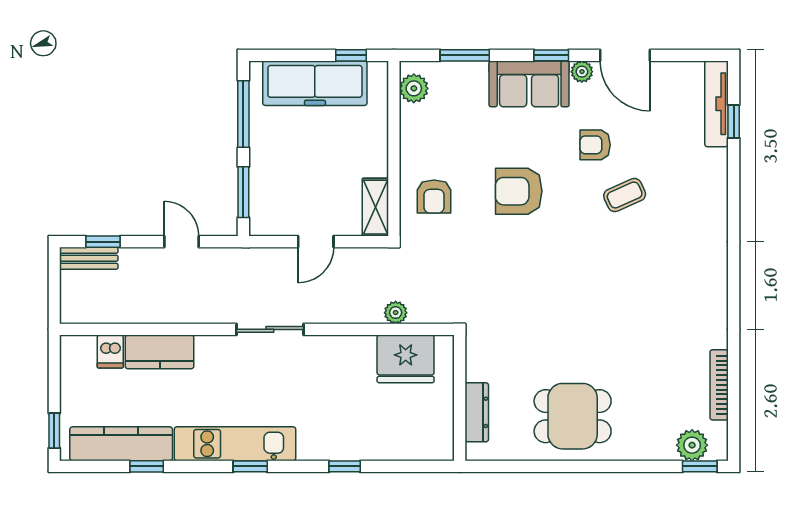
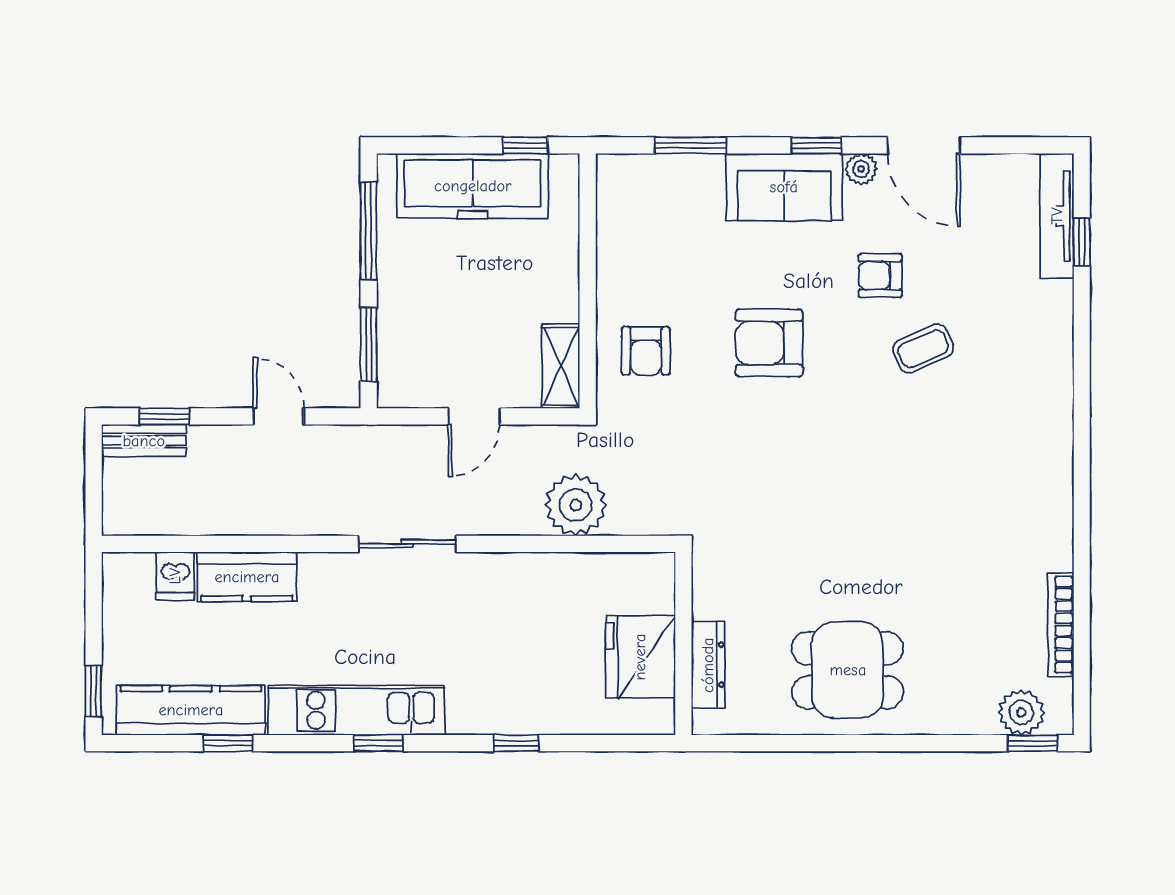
plant: (414, 88) -> (617, 193), removed
plant: (396, 313) -> (576, 505), width x1.87, depth x1.87
fridge: (406, 359) -> (640, 657), moved, turned 90

